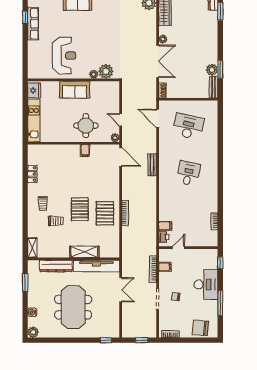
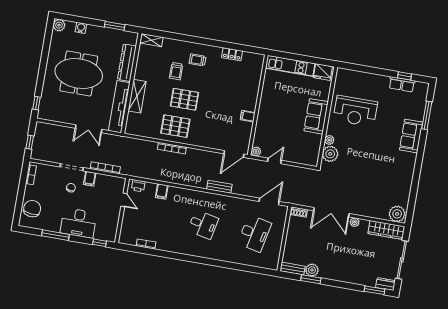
row of seats: (33, 24) -> (402, 84), width x0.68
round table: (86, 126) -> (275, 122), removed
filing cabinet: (165, 226) -> (162, 191), moved
filing cabinet: (165, 267) -> (90, 179), moved

